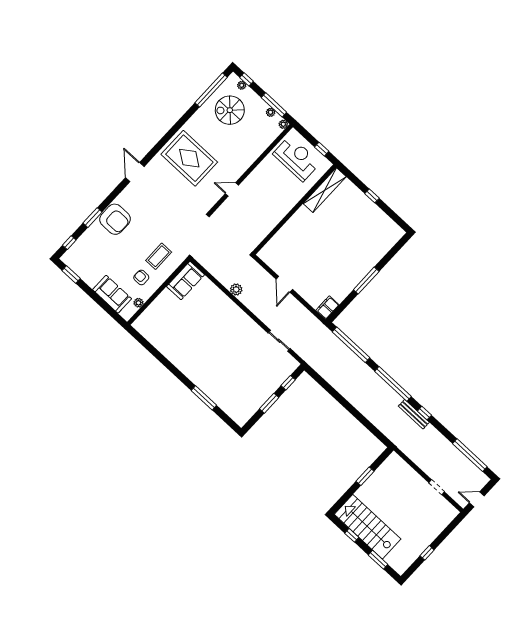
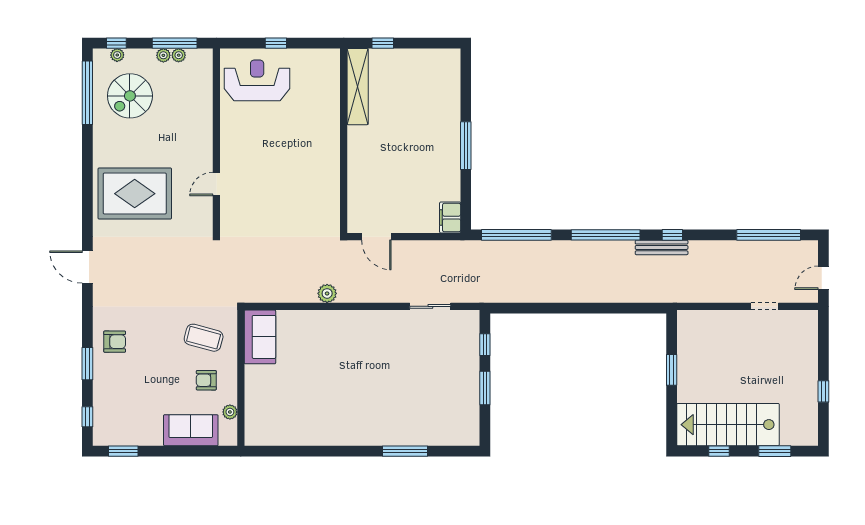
plant: (283, 124) -> (163, 55), moved
shelving: (325, 190) -> (358, 87), moved
wall: (294, 210) -> (344, 141), moved
armchair: (115, 219) -> (115, 342), width x0.53, depth x0.53
coffee table: (159, 256) -> (204, 338), turned -75

